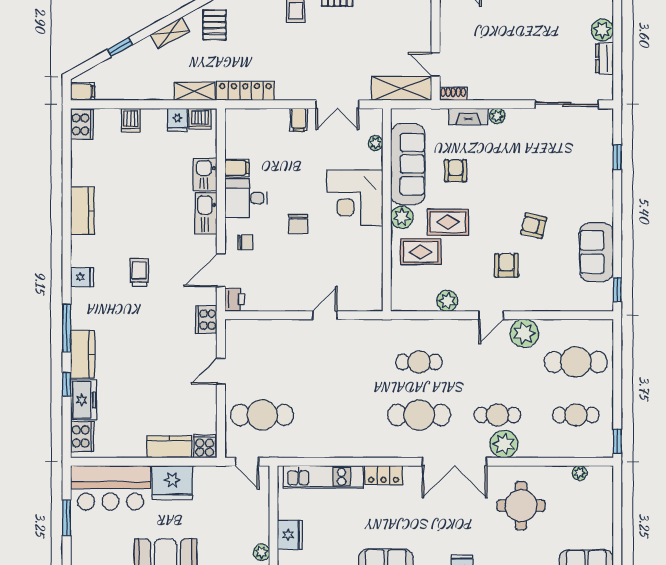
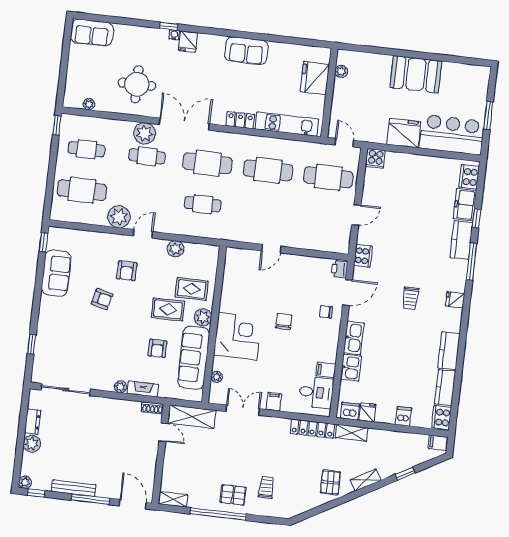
desk: (246, 198) -> (316, 392), moved
cafe table: (341, 415) -> (268, 170), added
kitchen counter: (169, 447) -> (445, 388), moved, turned 90
fridge: (290, 535) -> (315, 78), width x1.36, depth x1.34

